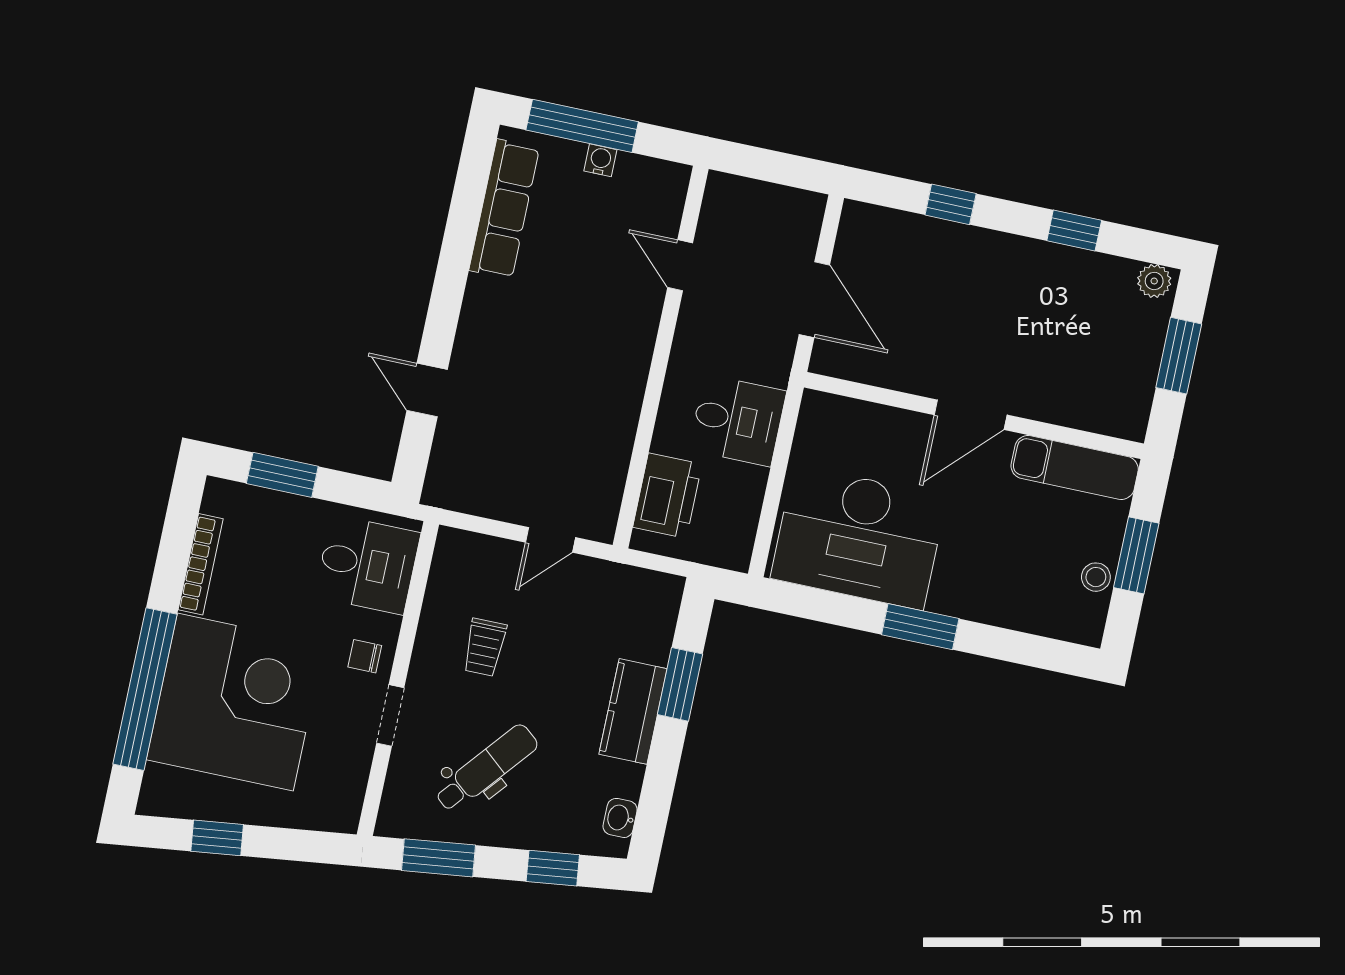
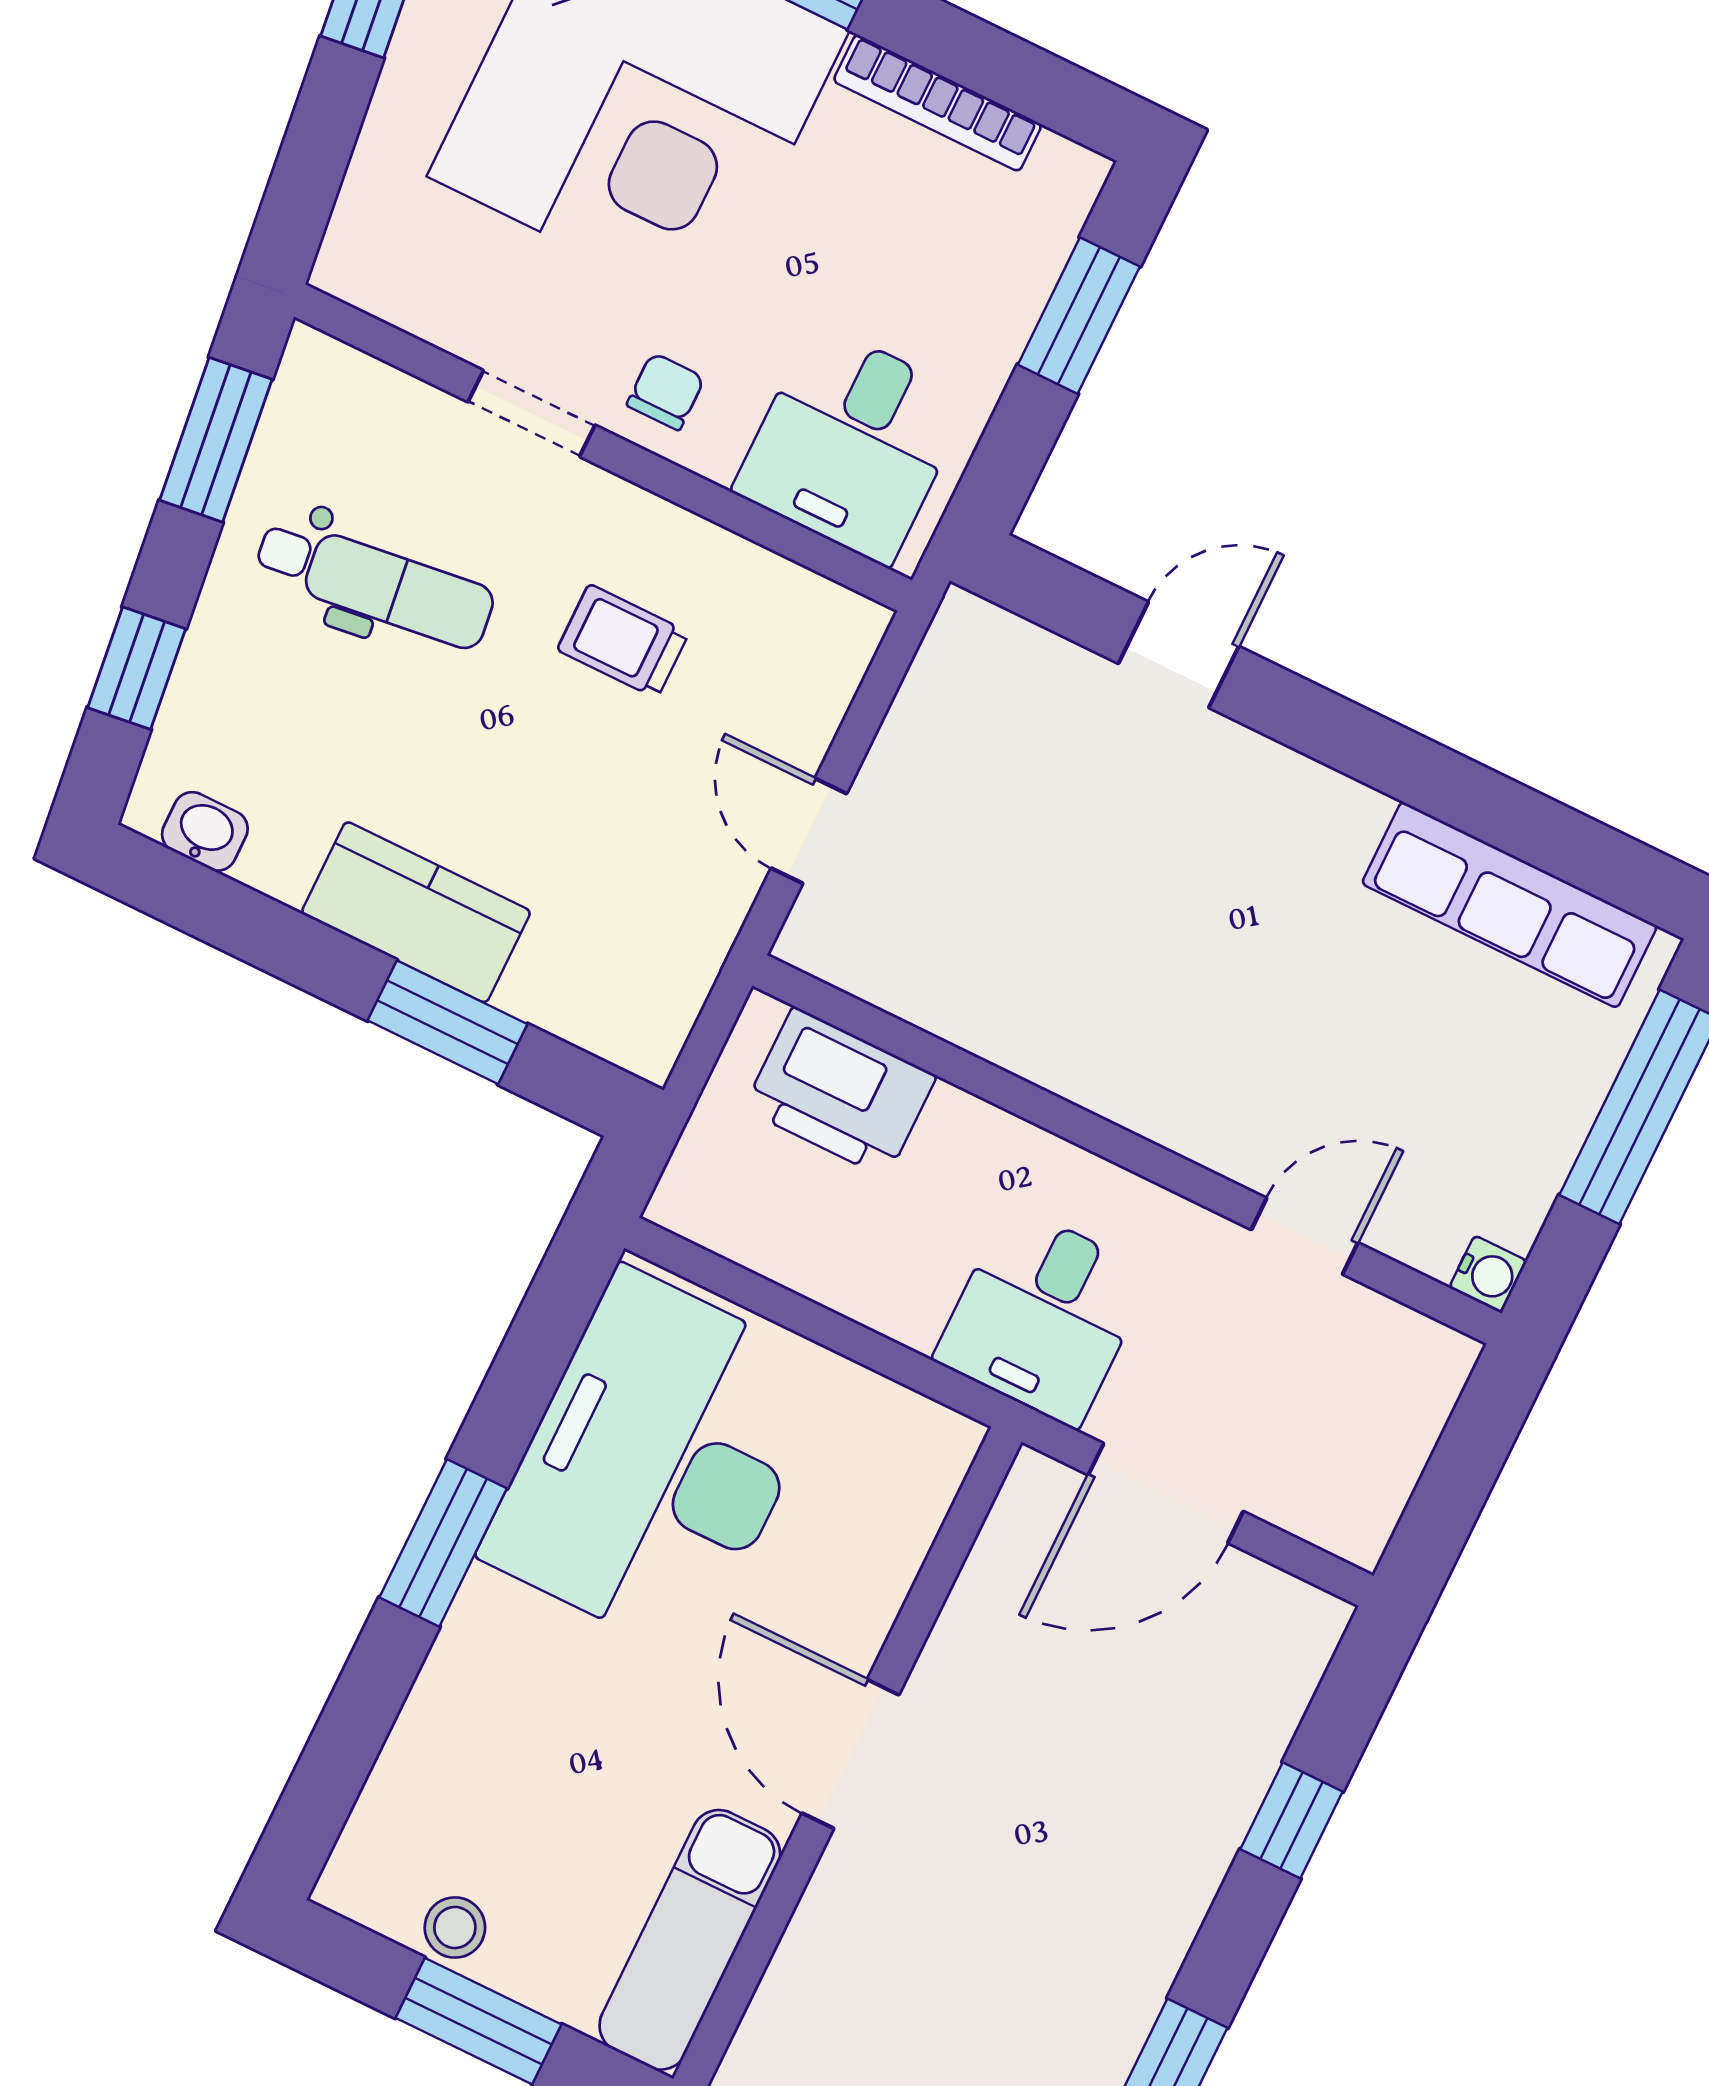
water cooler: (600, 160) -> (1488, 1274), moved
desk: (738, 420) -> (1043, 1316), moved
dental chair: (486, 768) -> (375, 583), turned -47

